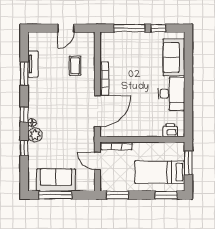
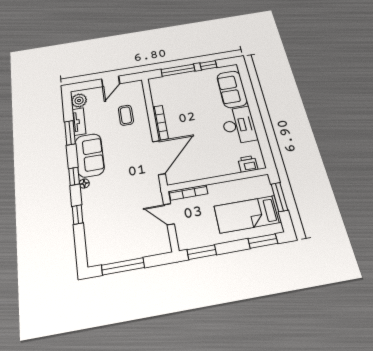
plant: (35, 135) -> (79, 100), moved
sofa: (56, 180) -> (90, 155), moved, turned 90

